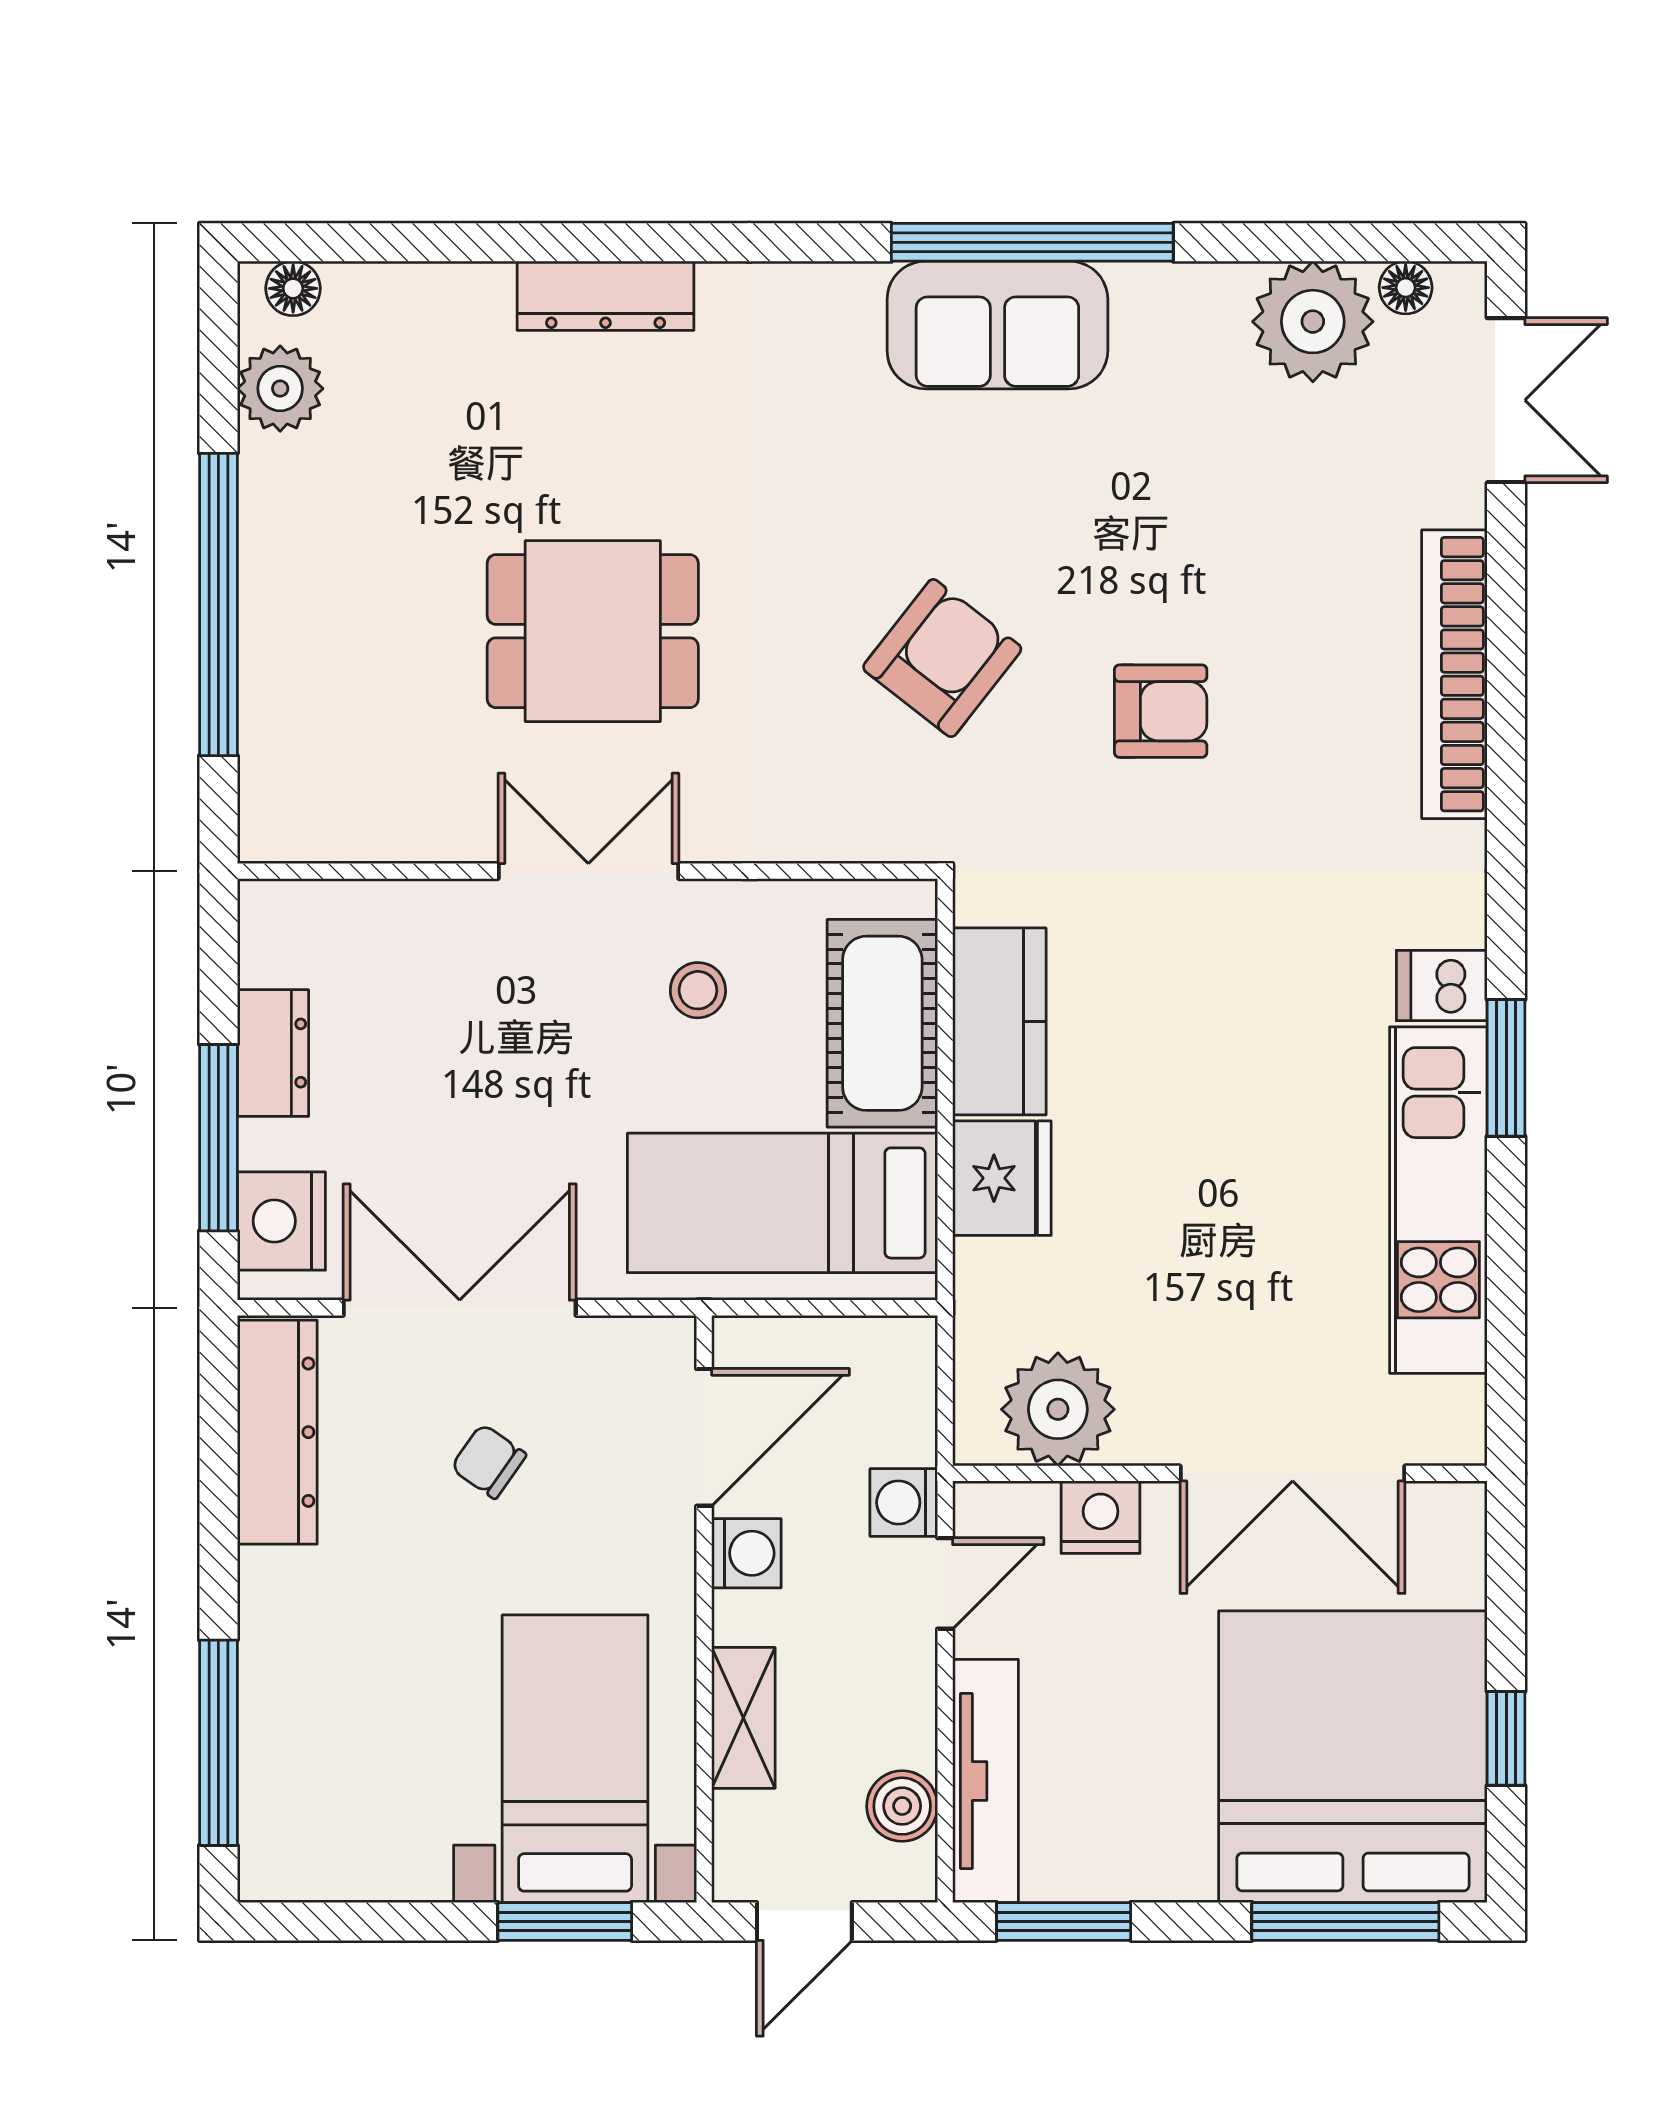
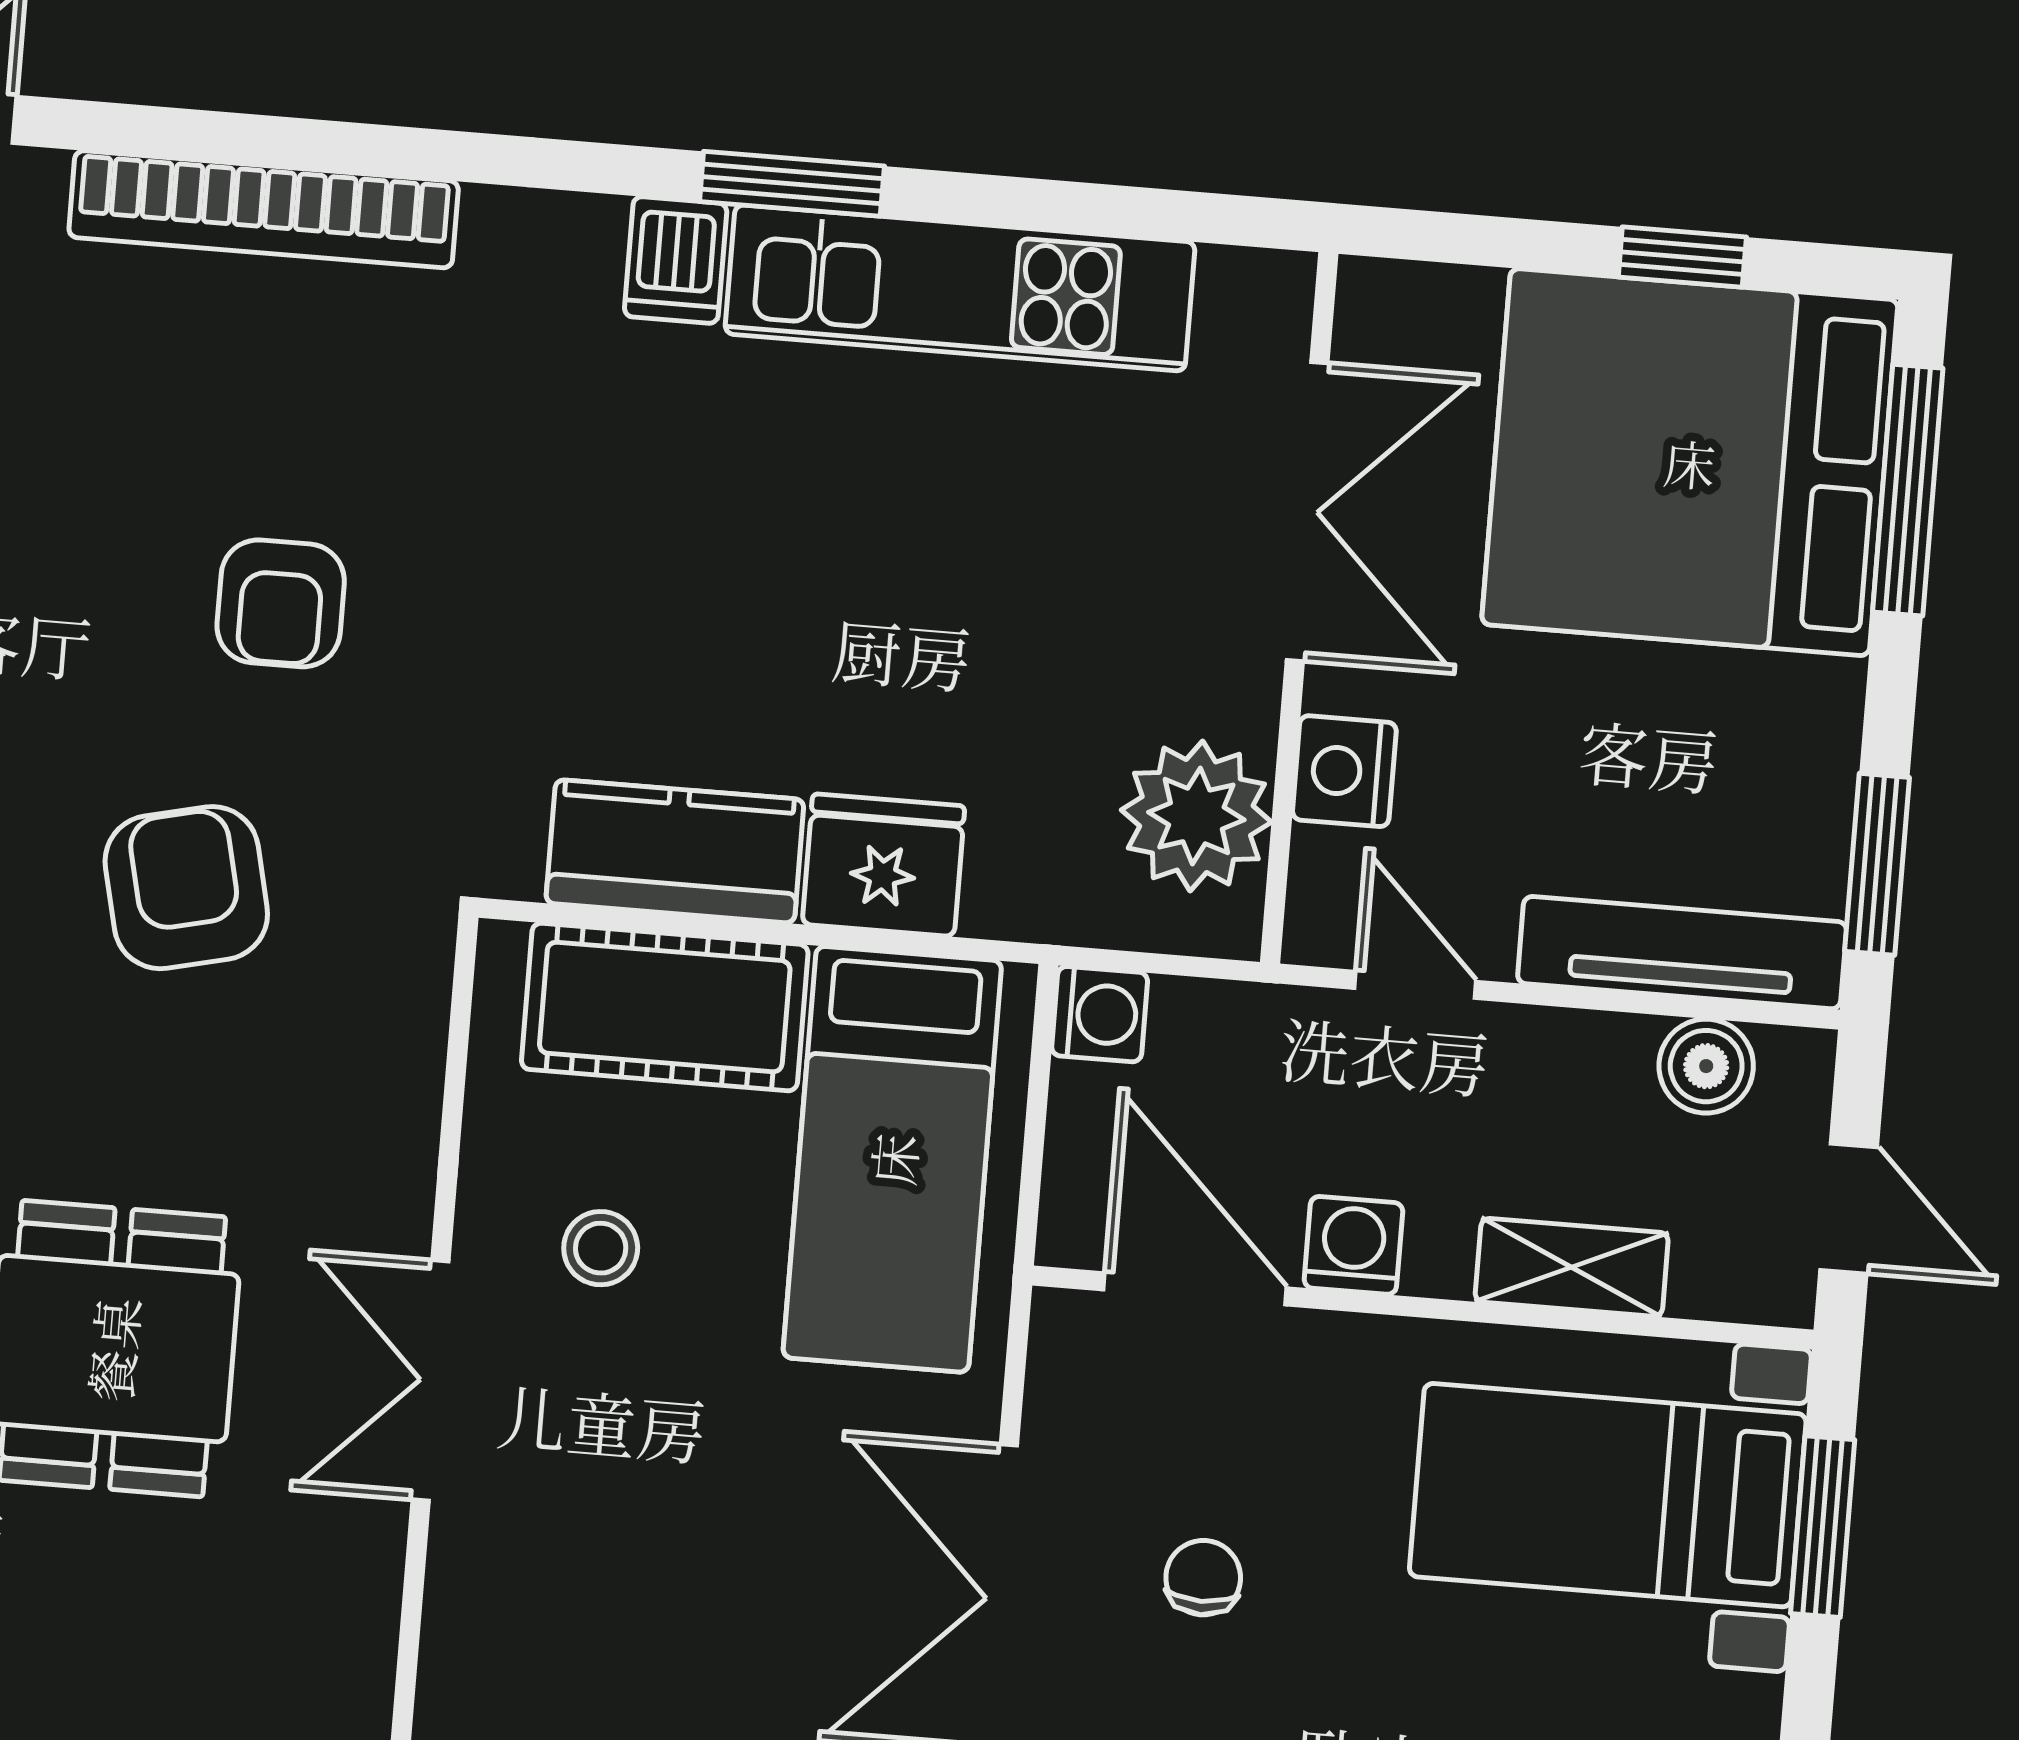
armchair: (942, 658) -> (186, 888), turned 39
armchair: (1161, 711) -> (281, 603), turned 180
chair: (489, 1461) -> (1203, 1578), turned 145
washing machine: (904, 1502) -> (1100, 1014), moved, turned -90

